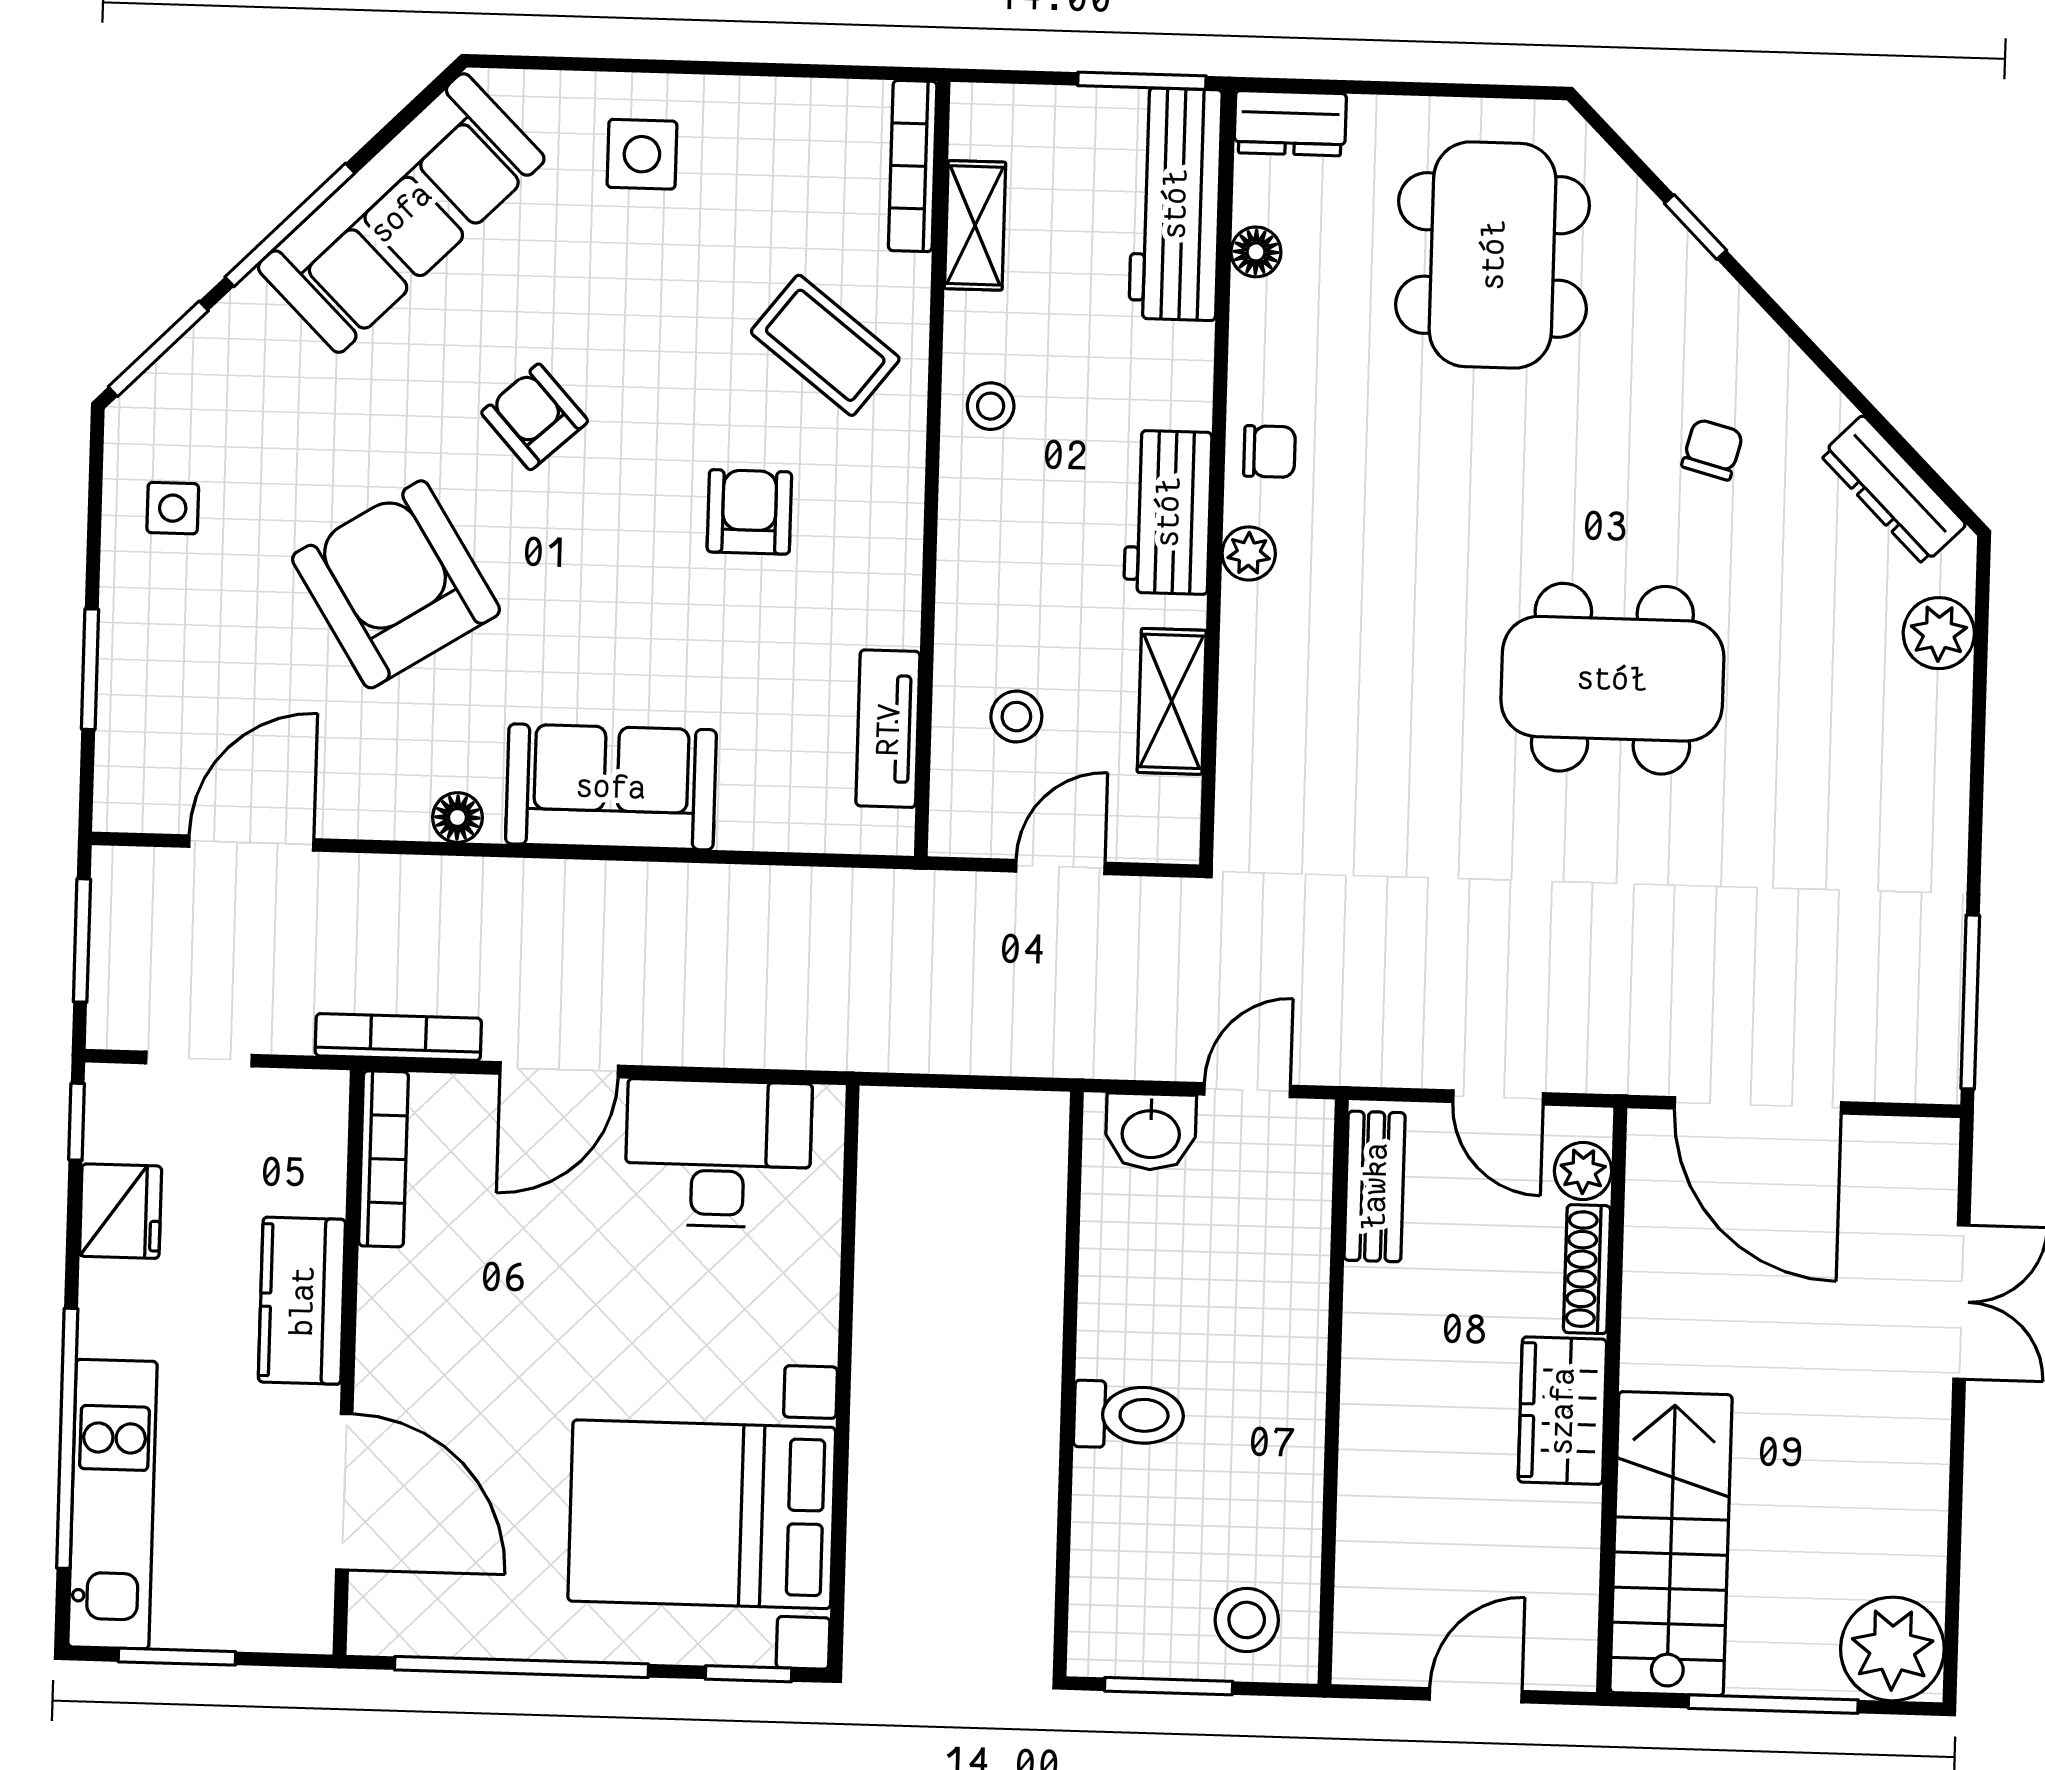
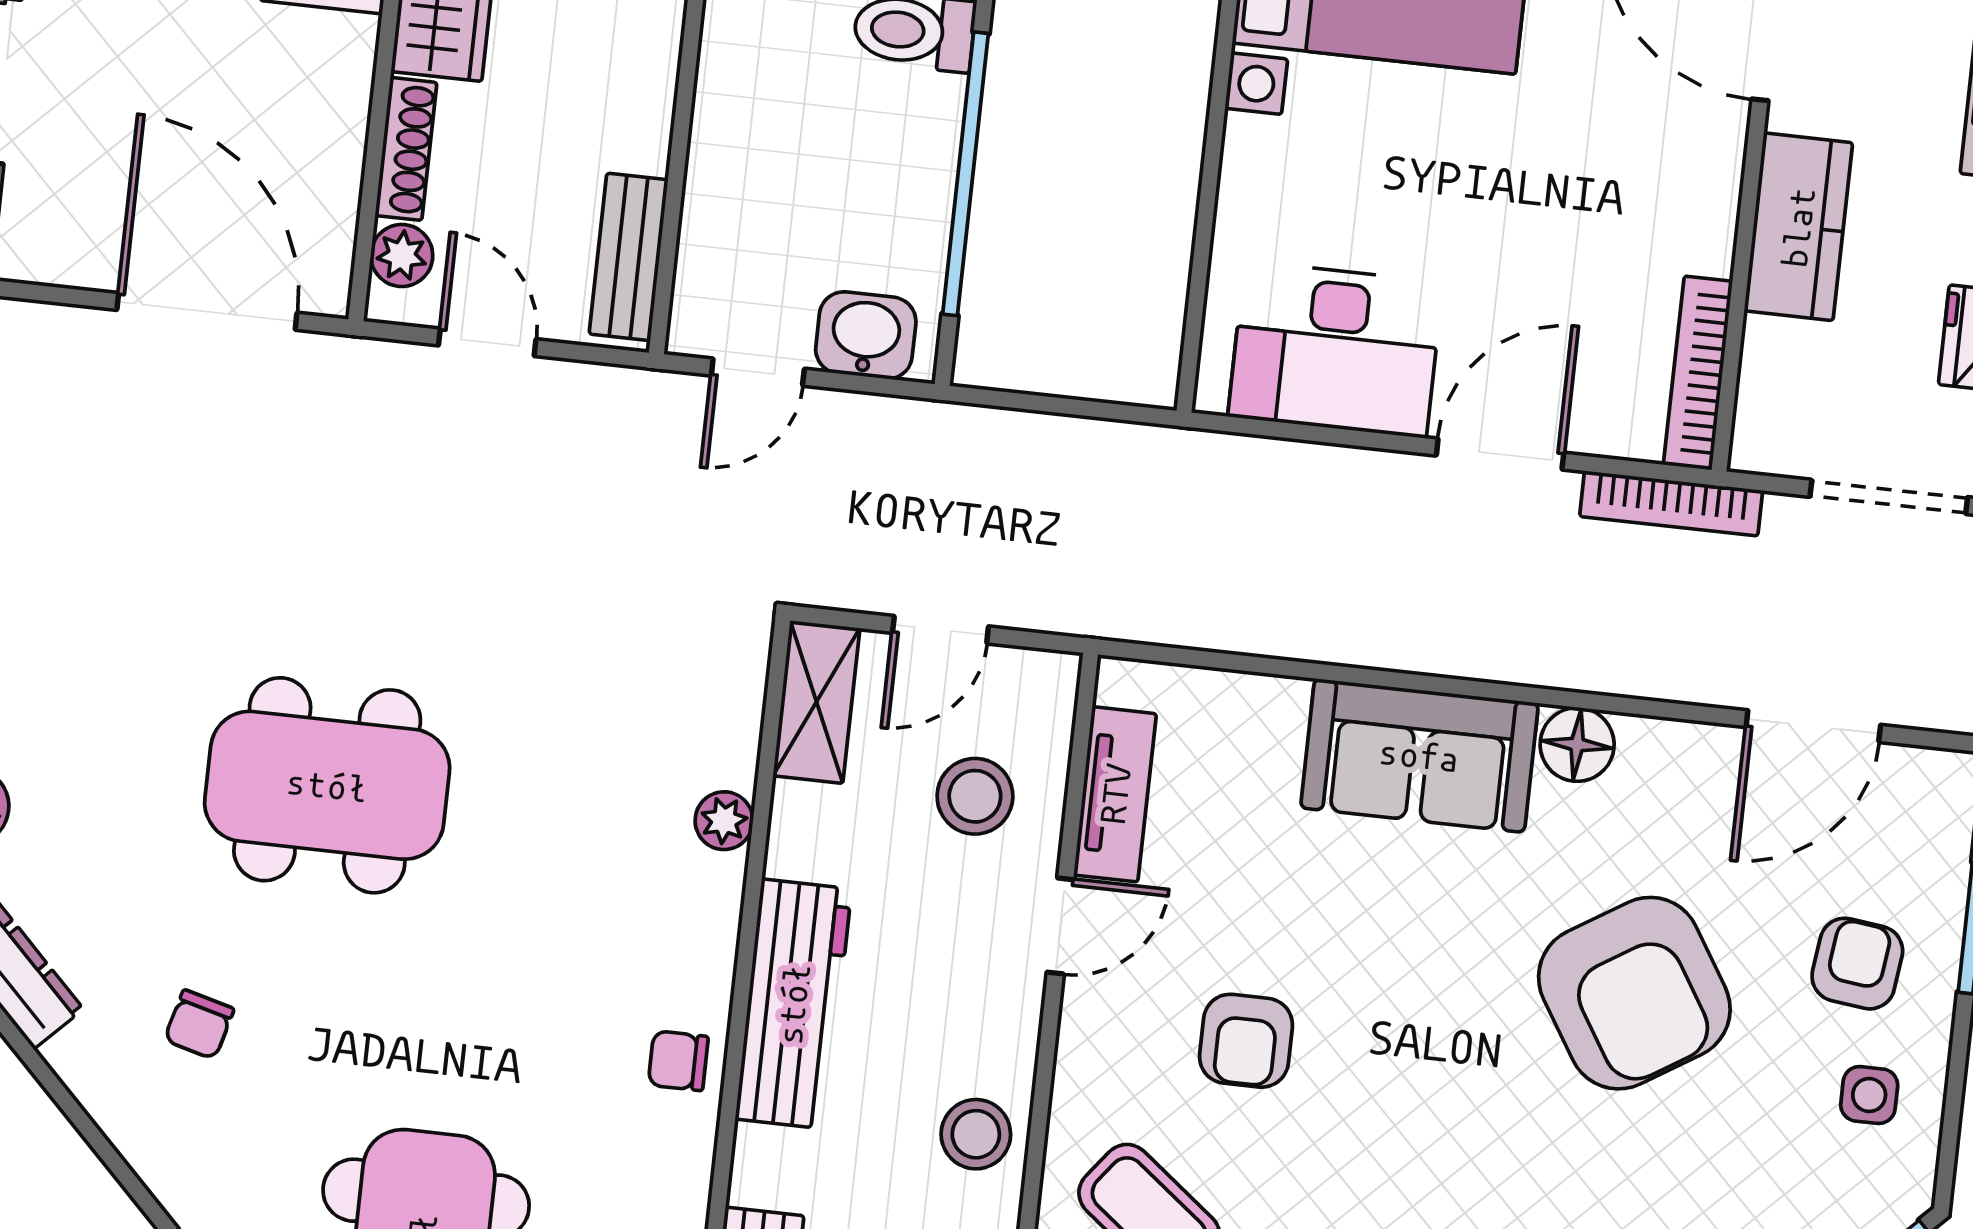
stool: (991, 406) -> (976, 1134), width x1.37, depth x1.37
armchair: (535, 417) -> (1857, 964), moved, turned -131
workbench: (1168, 512) -> (793, 1004), width x1.38
plant: (1249, 553) -> (724, 821), moved
door: (928, 604) -> (1060, 926), added
shelving: (1172, 701) -> (816, 702), moved
stool: (1016, 717) -> (975, 796), width x1.37, depth x1.37
floor lamp: (457, 818) -> (1577, 745), width x1.37, depth x1.37
doorway: (199, 1059) -> (1889, 497), width x1.38
window: (1071, 1288) -> (966, 174), added

